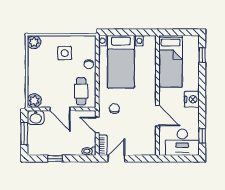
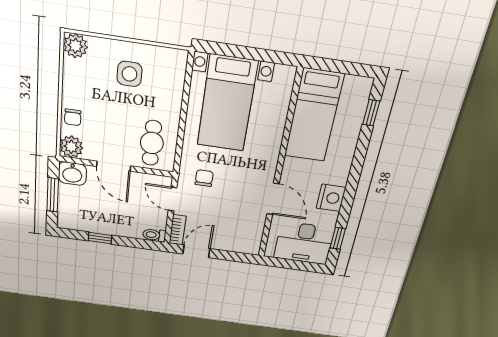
chair: (89, 64) -> (73, 117), moved
nightstand: (192, 99) -> (331, 198), moved

